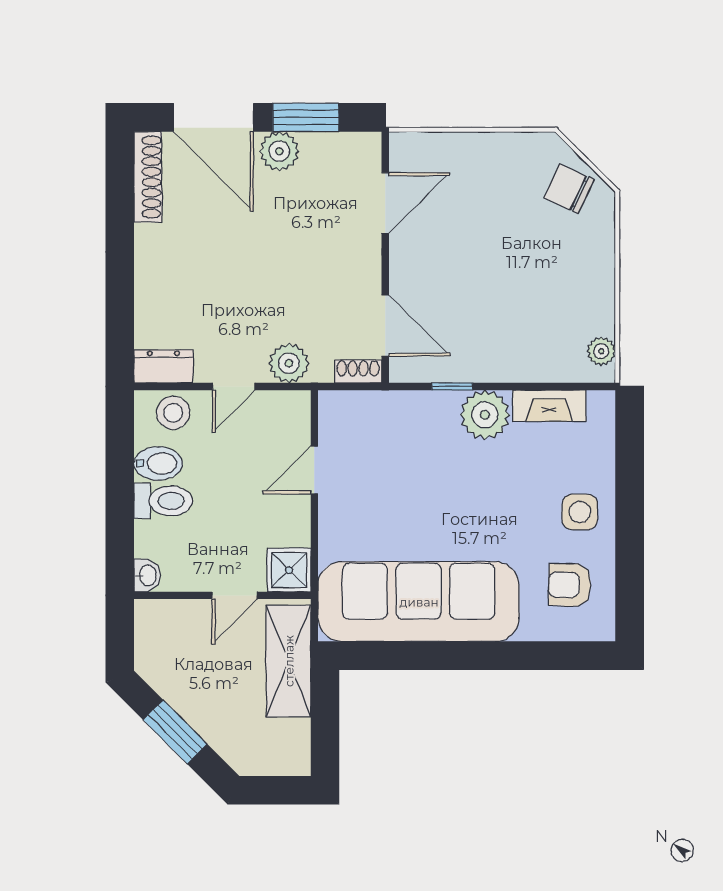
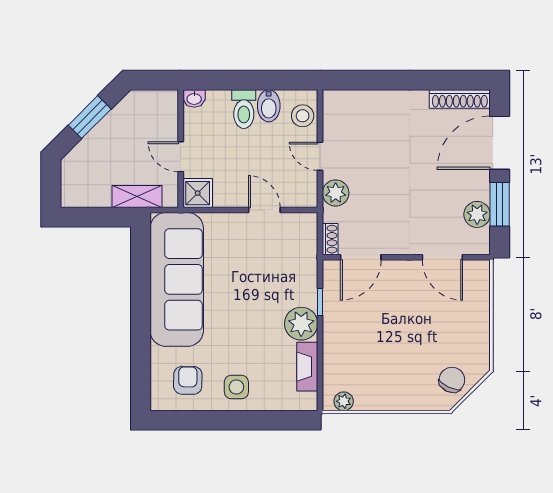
plant: (279, 151) -> (477, 214), moved
dresser: (163, 366) -> (334, 109), removed
shelving: (289, 661) -> (137, 196), width x0.67, depth x0.75

